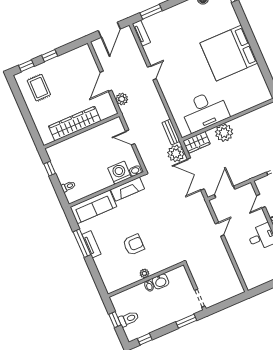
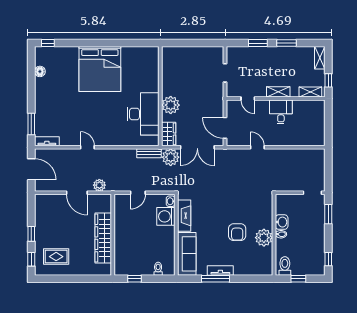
armchair: (134, 245) -> (237, 232), turned 180
plant: (144, 273) -> (264, 238), width x1.88, depth x1.88
toilet: (129, 319) -> (285, 266), moved

